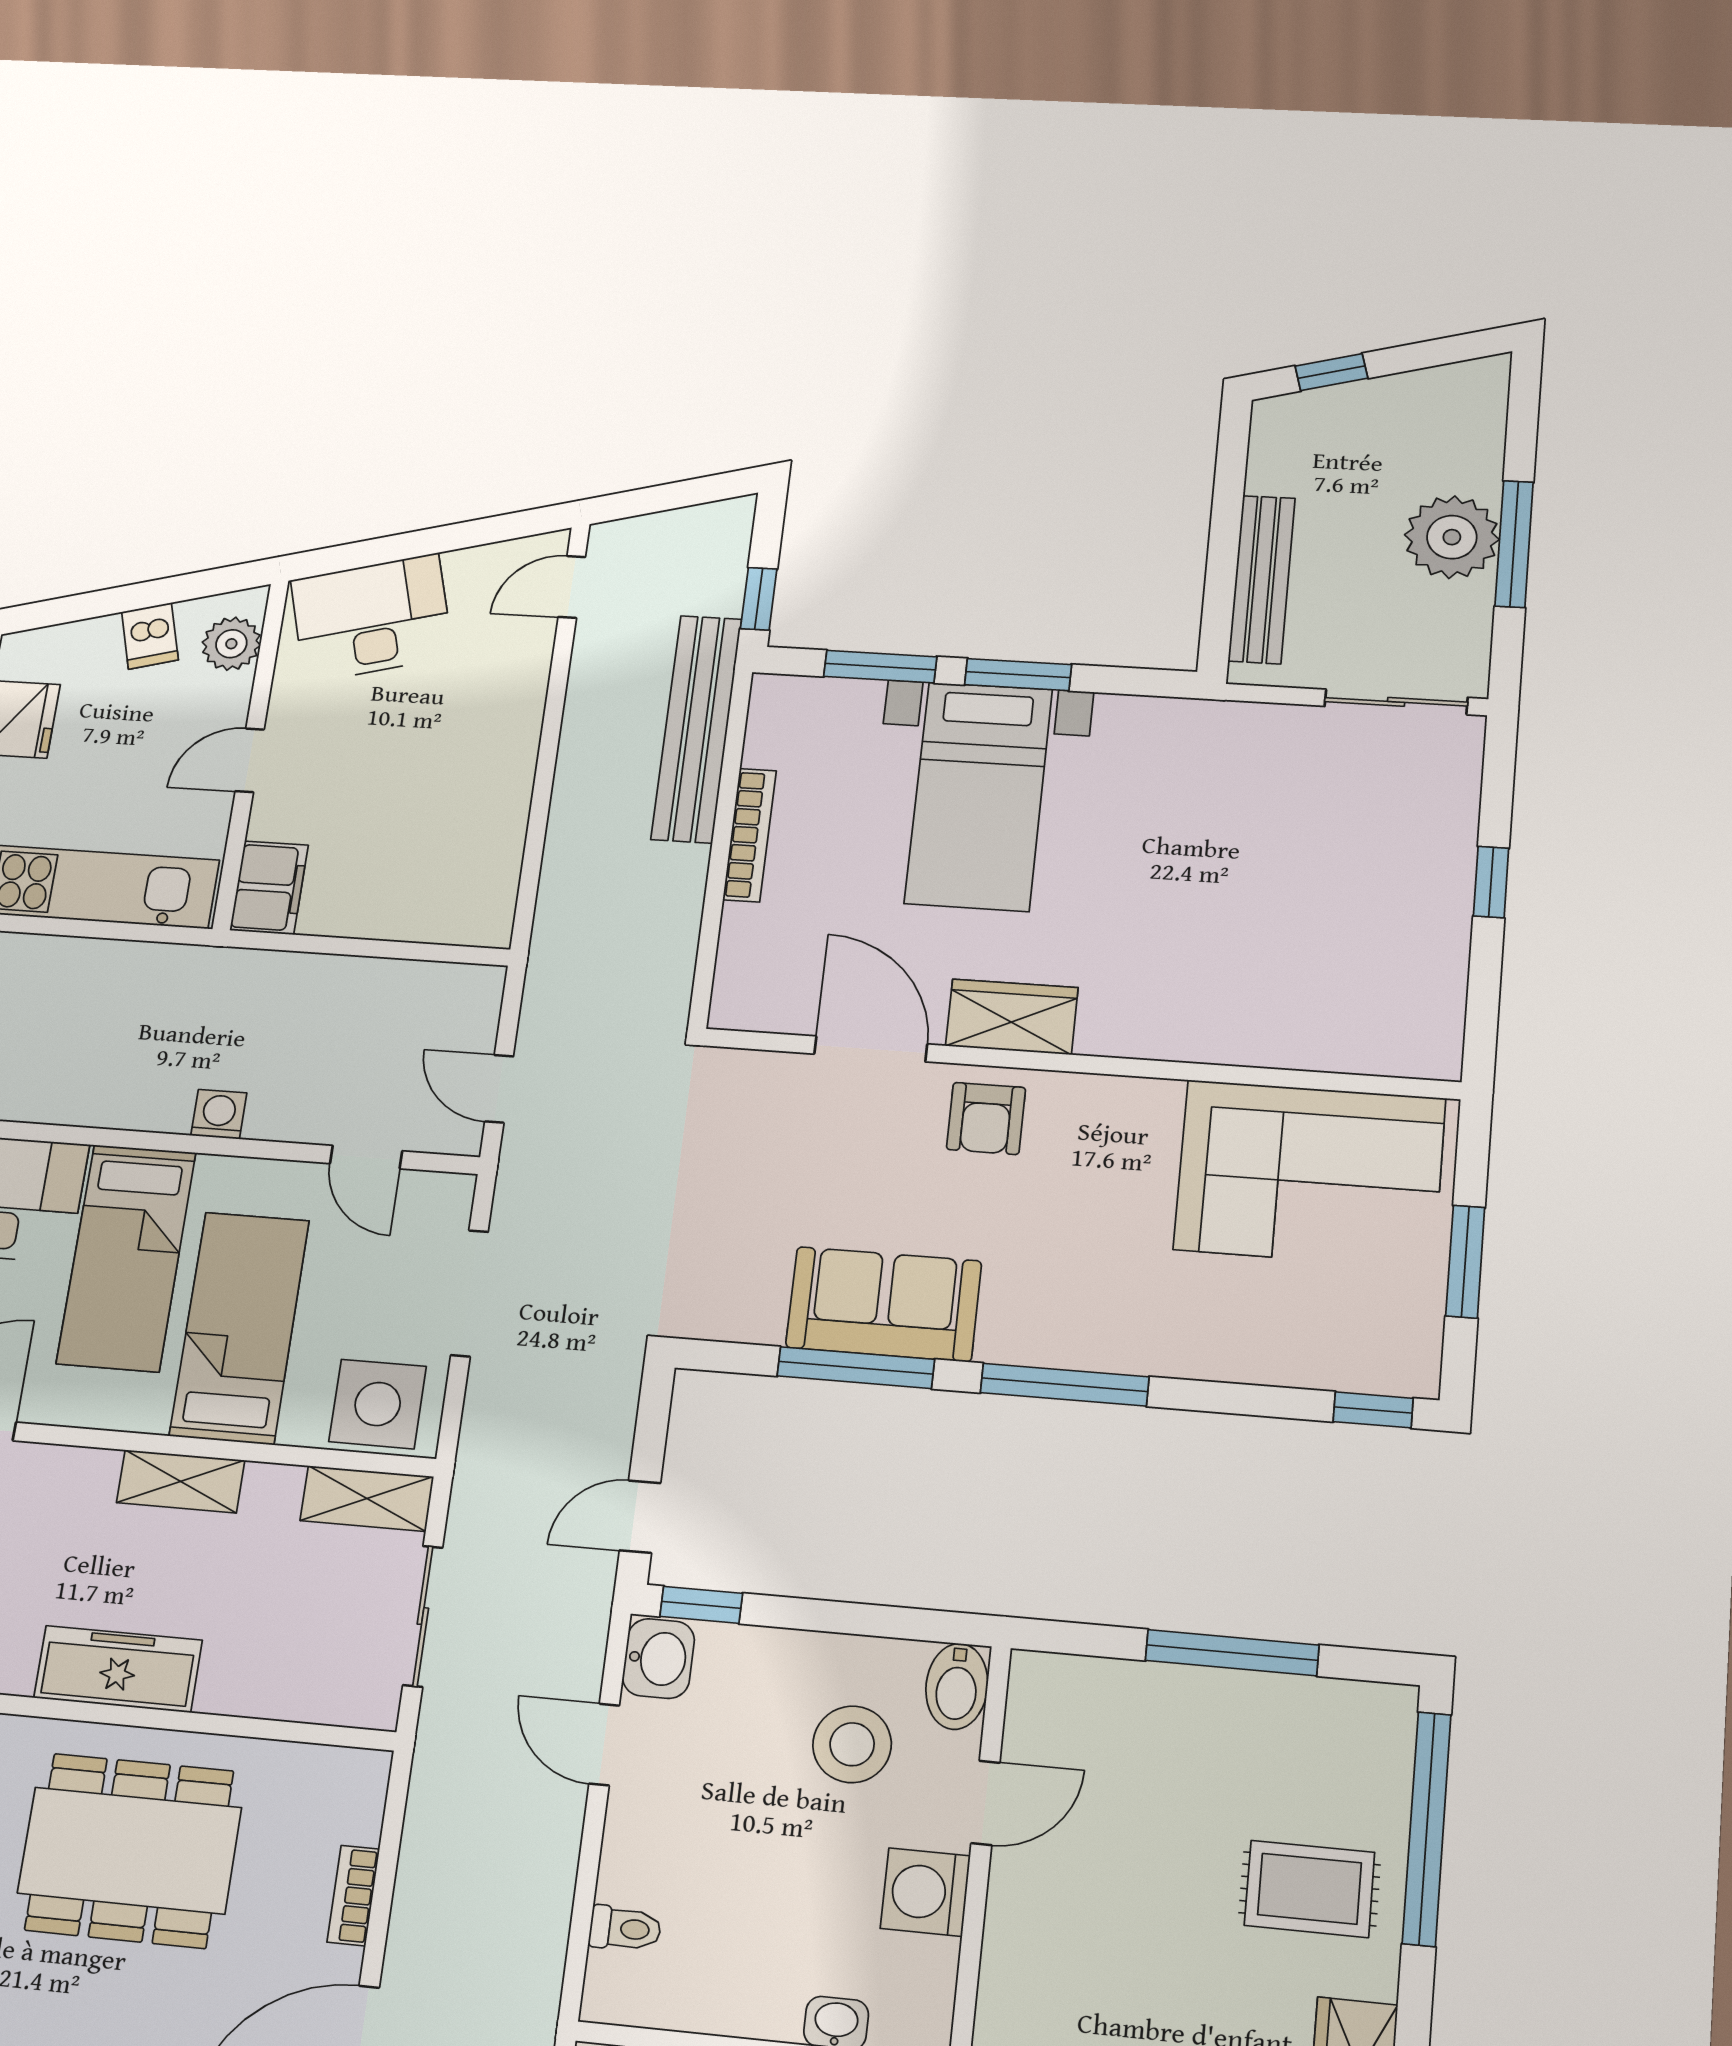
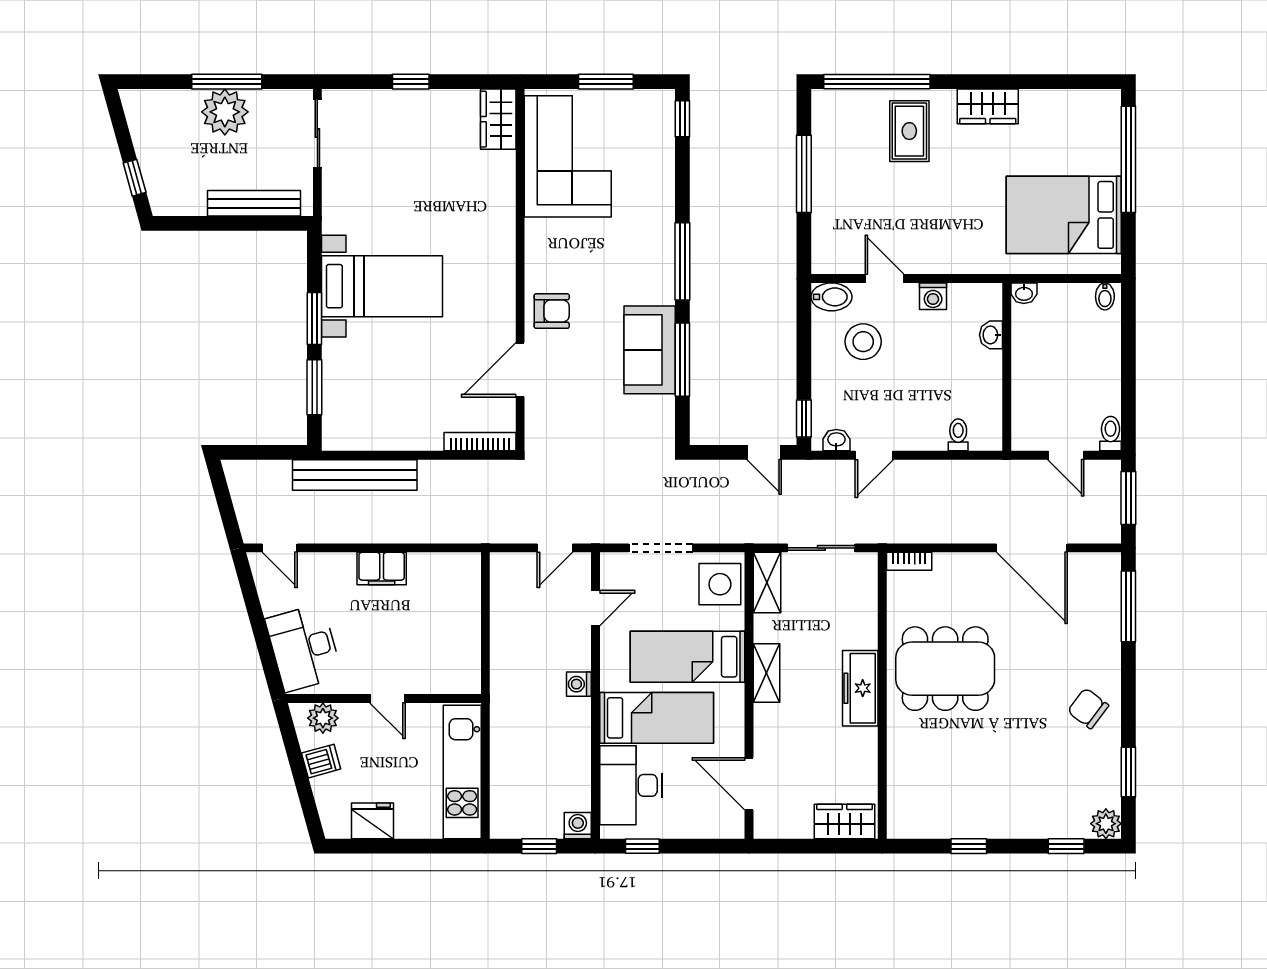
window: (759, 599) -> (281, 452), removed
bed with nightstands: (979, 796) -> (382, 286), moved
bookcase: (750, 835) -> (480, 442), moved
filing cabinet: (269, 888) -> (382, 569), moved, turned 180
wardrobe: (1012, 1017) -> (498, 119), moved
washbasin: (658, 1659) -> (836, 440), width x0.72, depth x0.69
dining table: (129, 1850) -> (945, 669), turned 90
washing machine: (925, 1892) -> (933, 296), width x0.73, depth x0.73
bookcase: (353, 1896) -> (909, 561), moved

